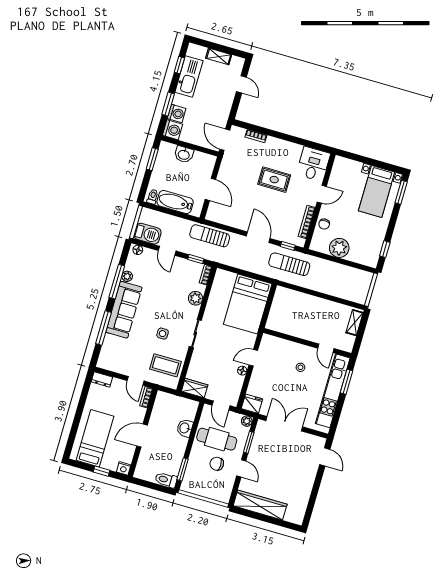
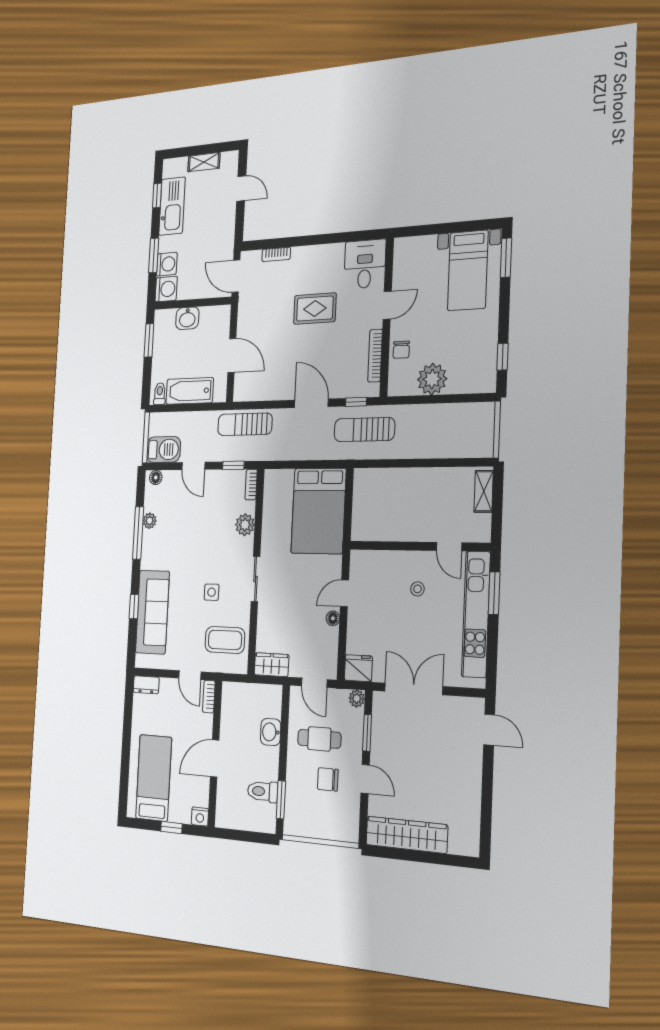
sofa: (124, 310) -> (152, 612), moved
window: (103, 328) -> (134, 607), width x0.46
cafe table: (217, 439) -> (319, 739), width x0.73, depth x0.74
toilet: (166, 480) -> (263, 791), moved

